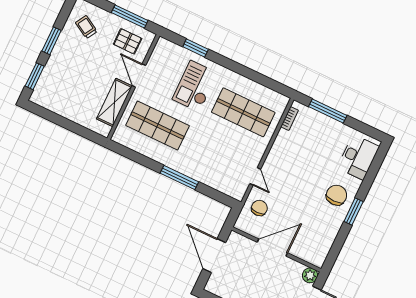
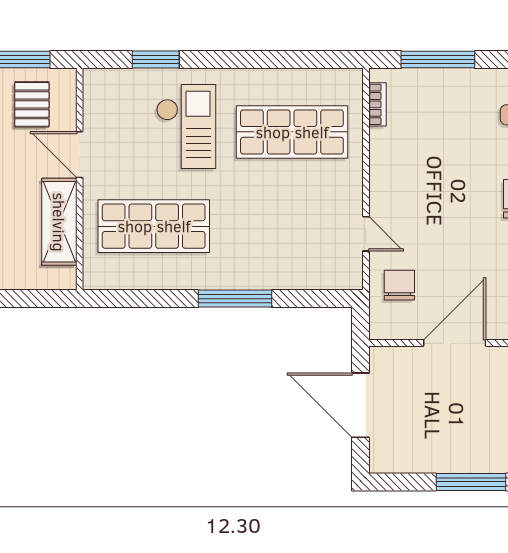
pallet: (128, 41) -> (32, 104), turned 90
checkout: (195, 86) -> (186, 127), turned 180

